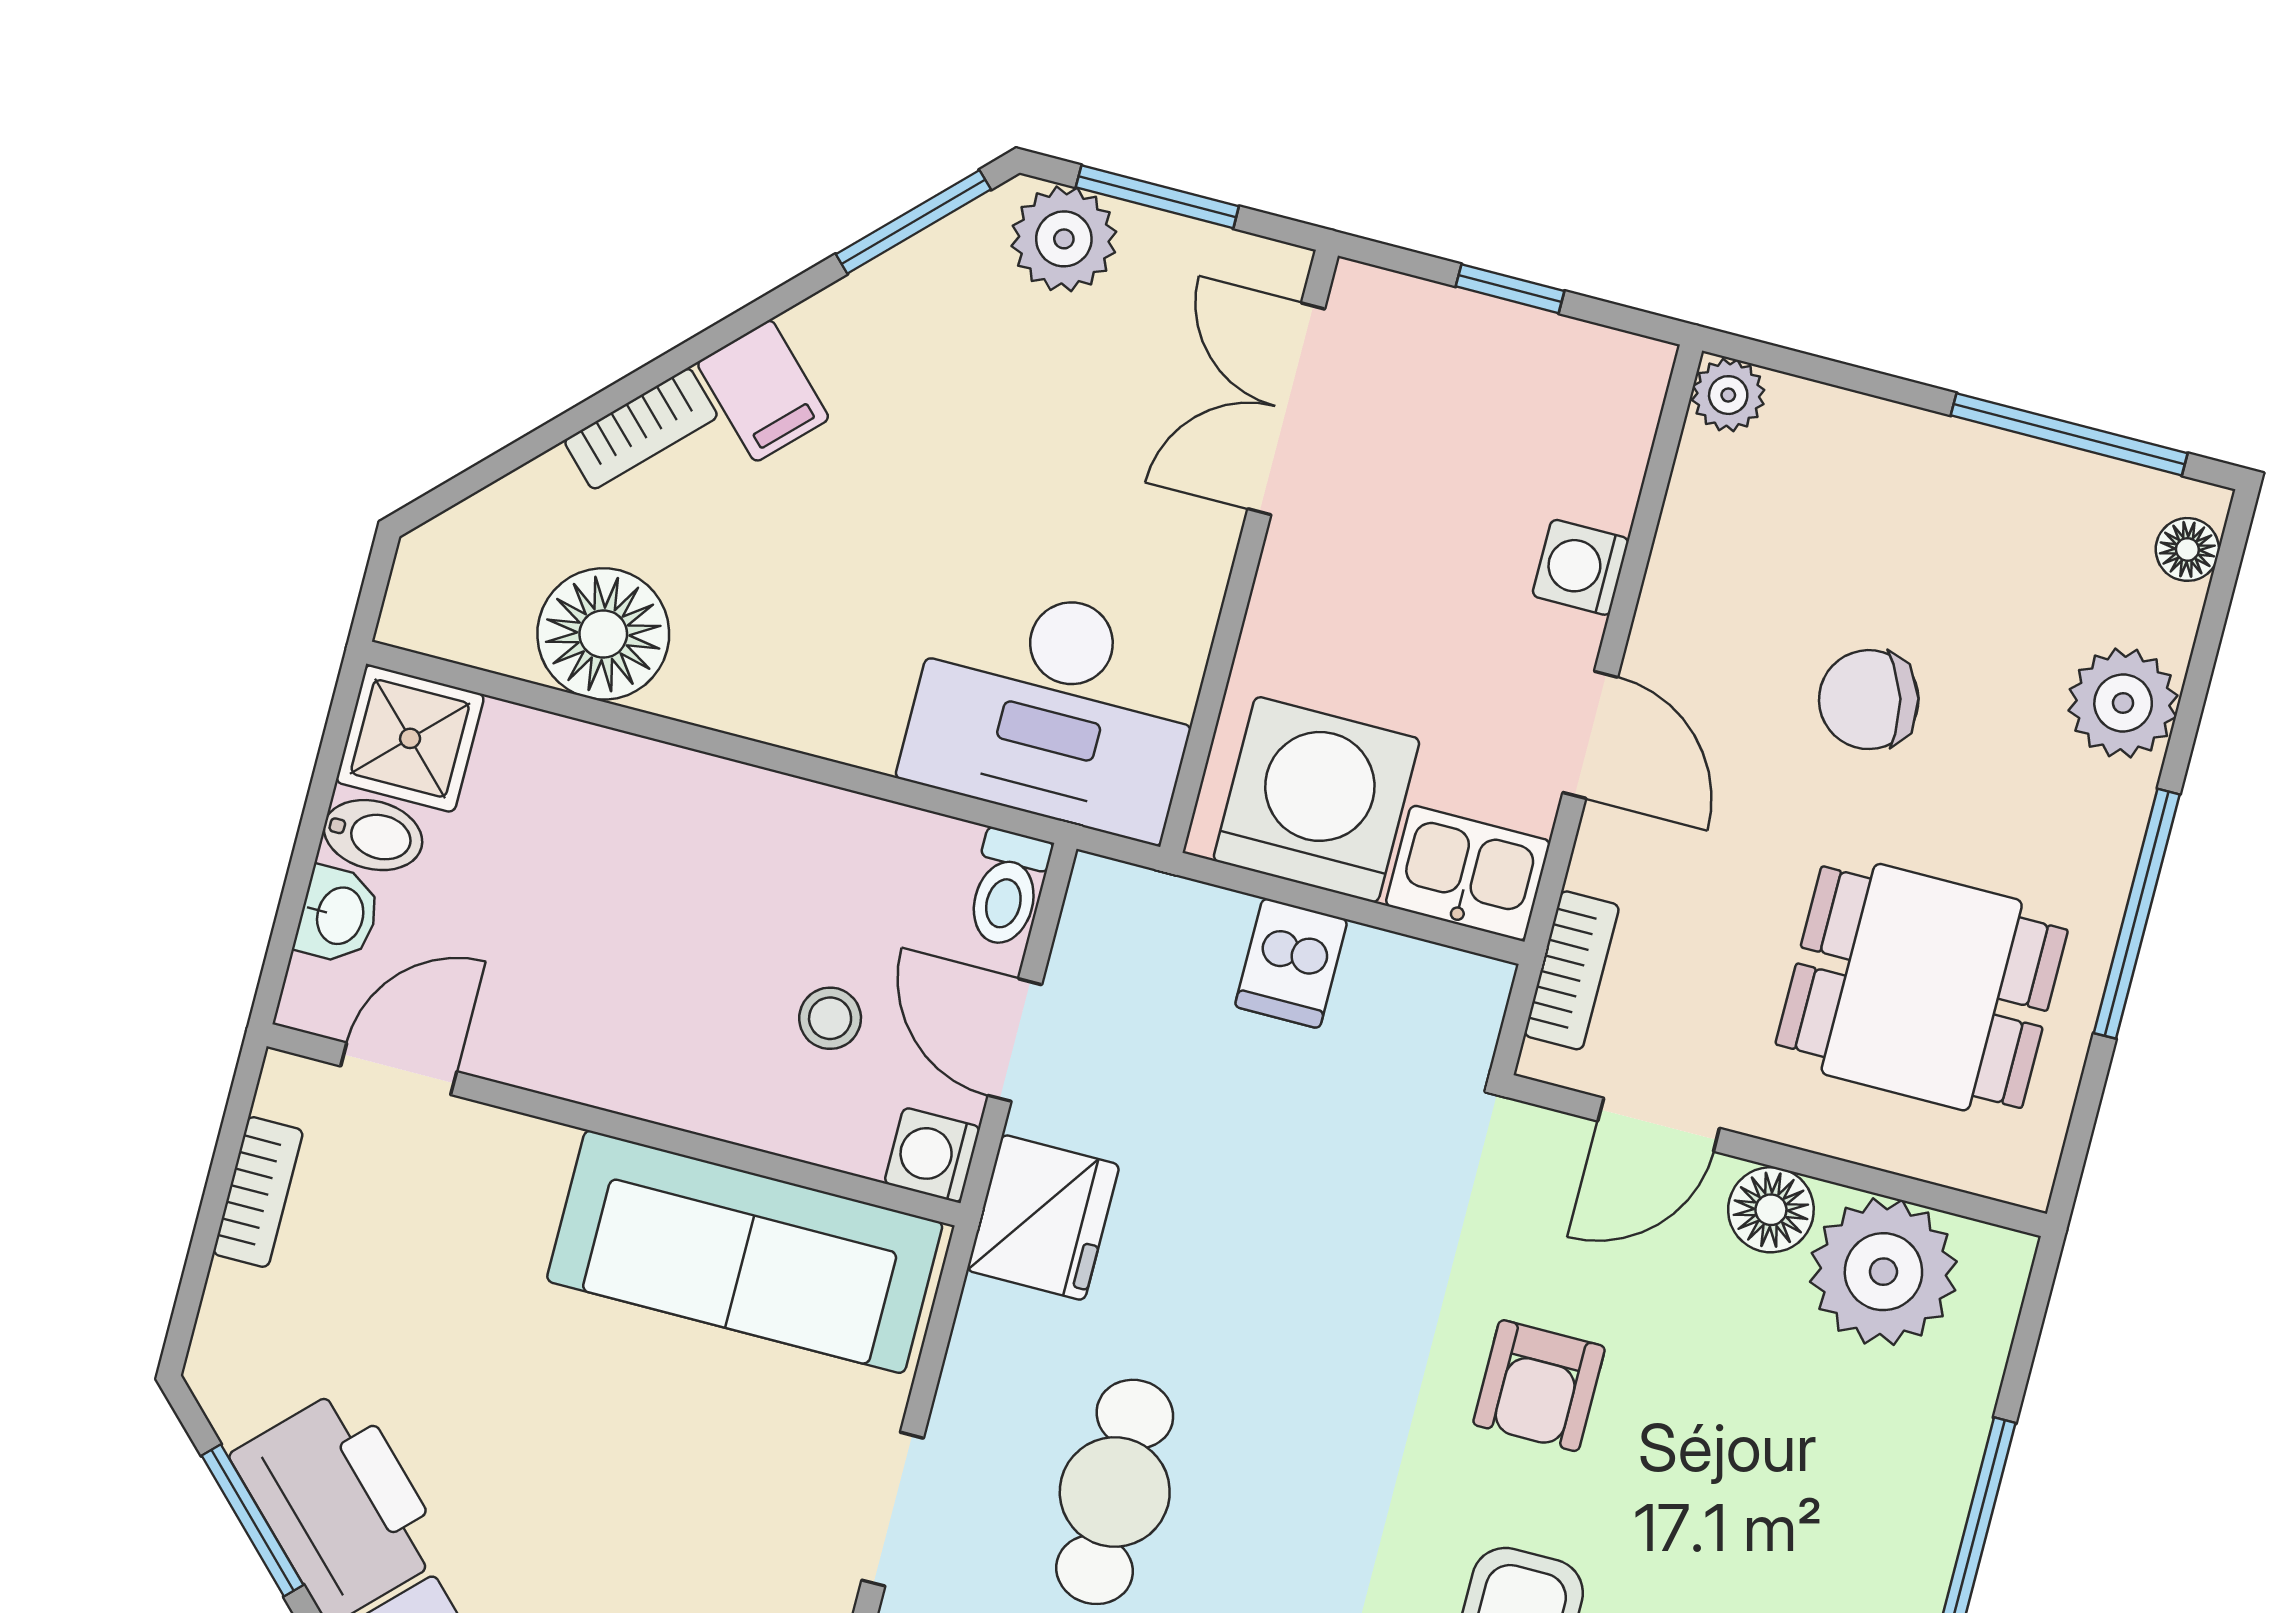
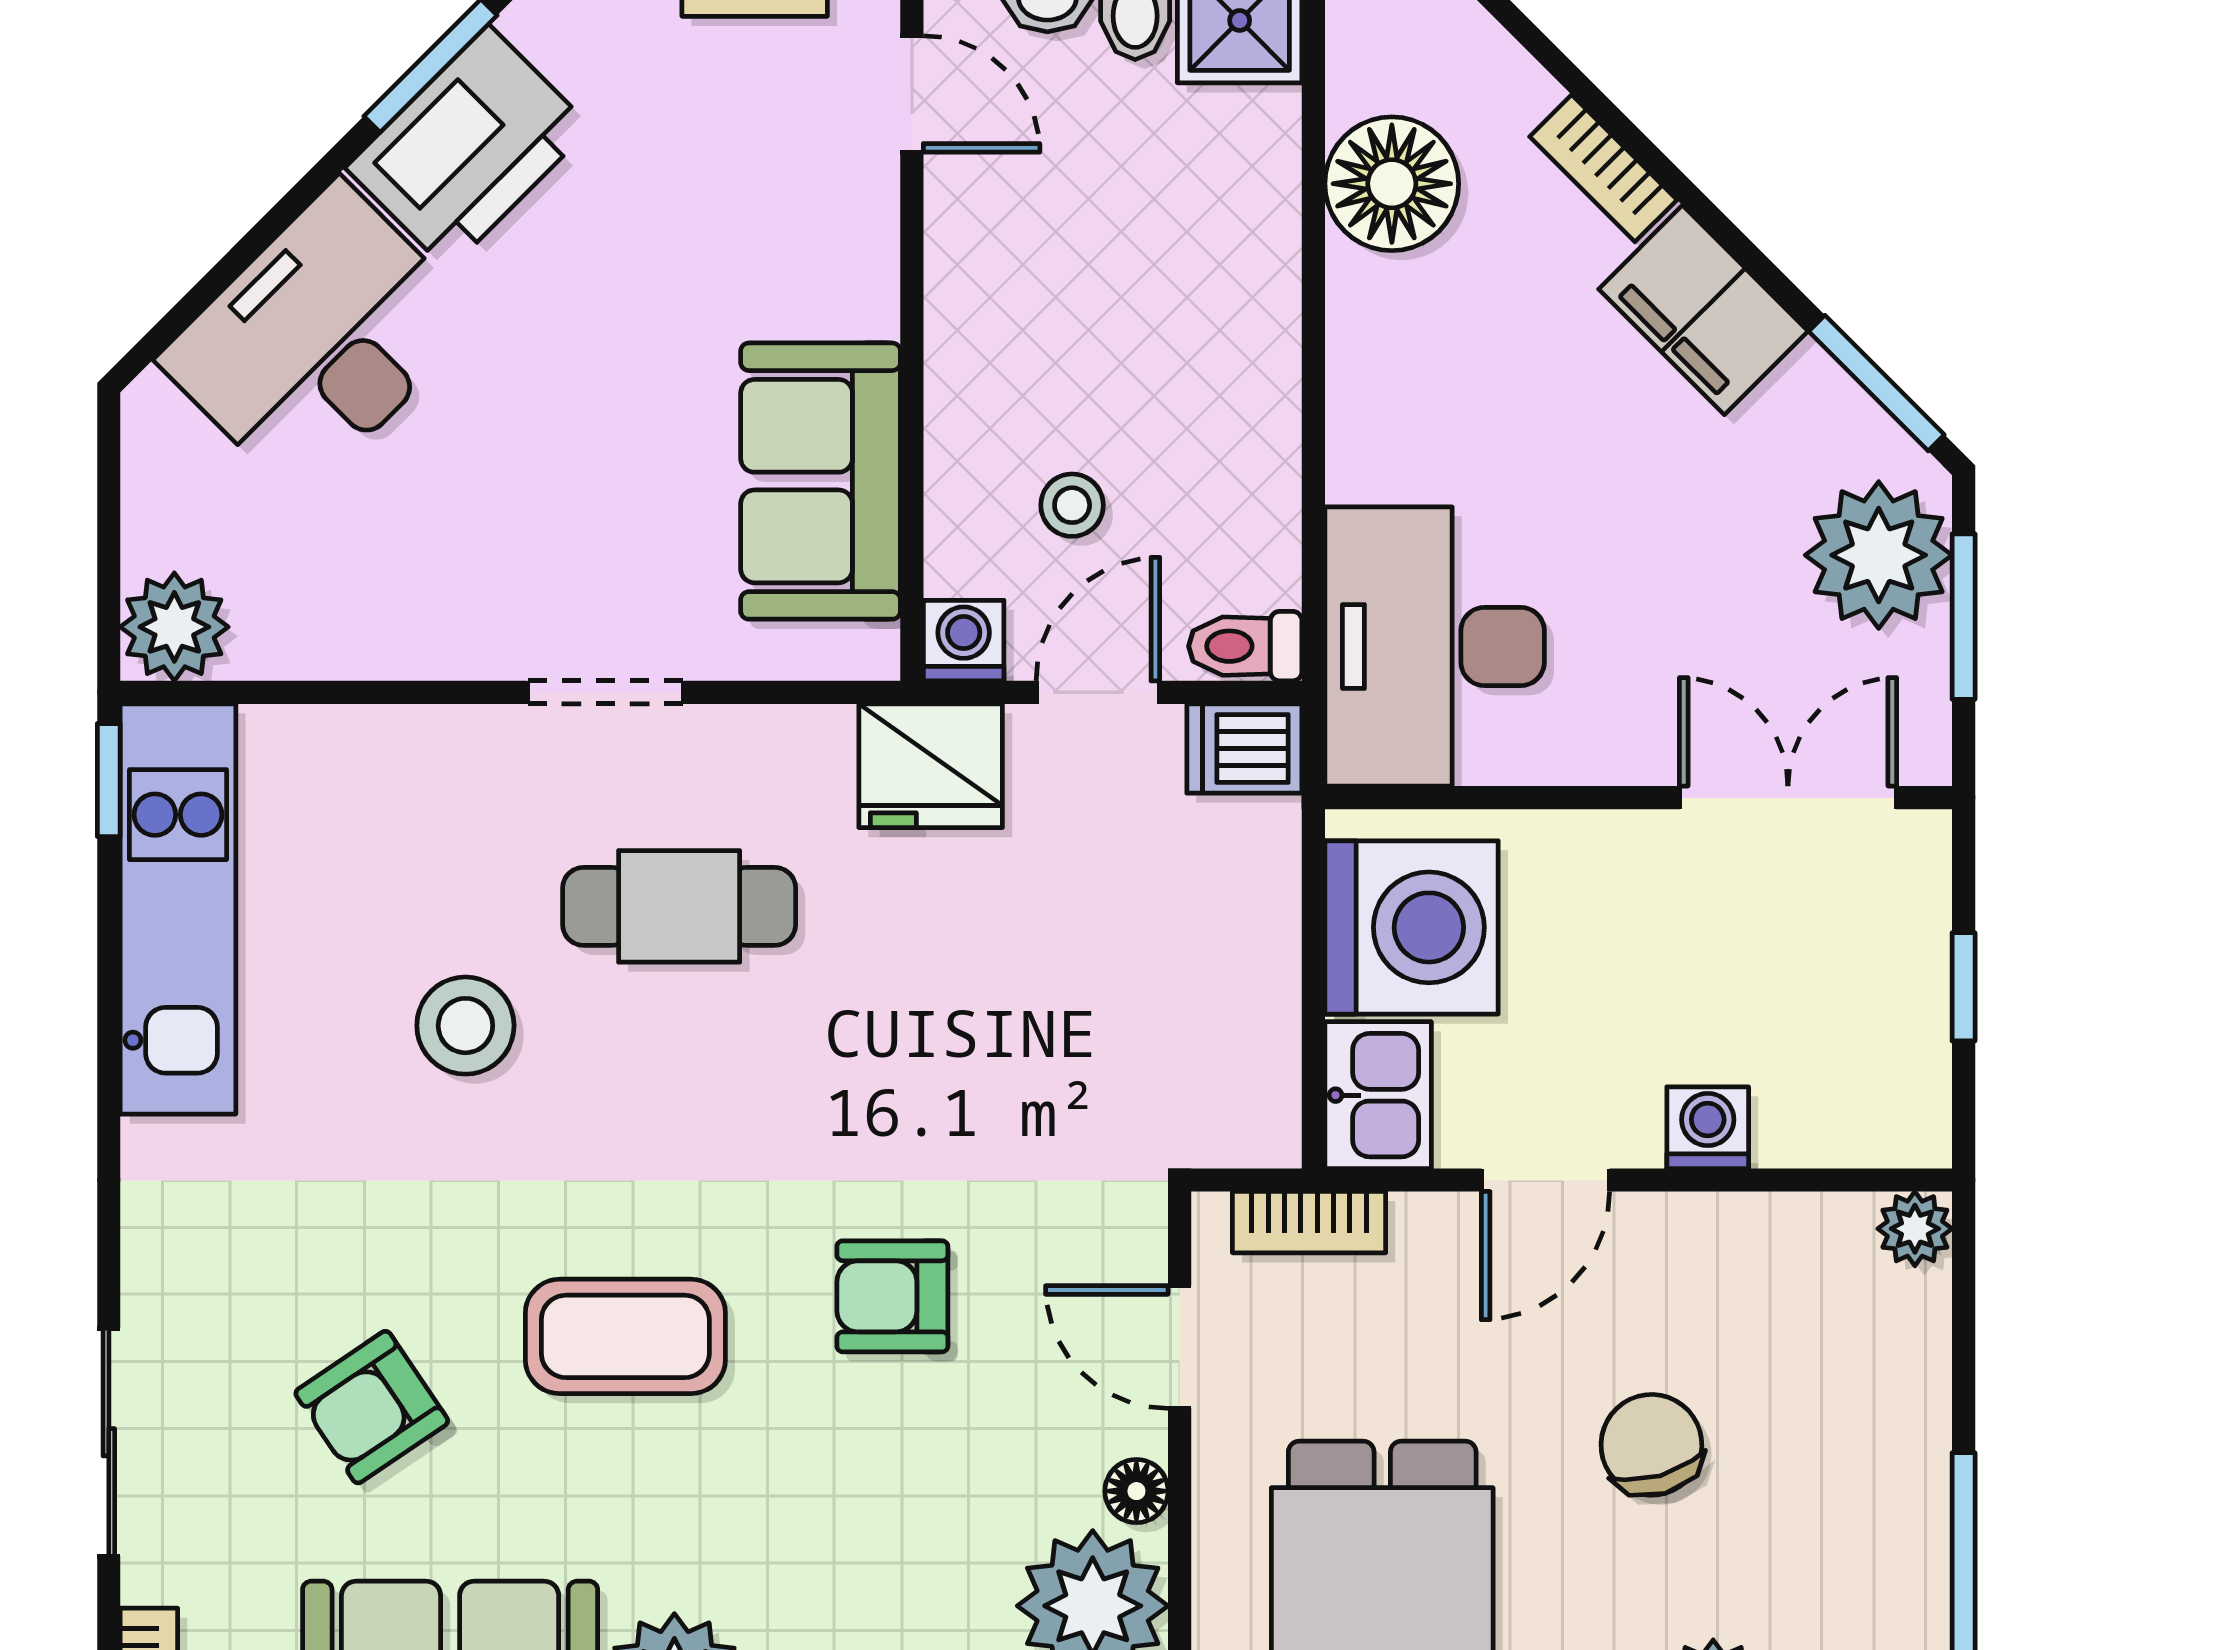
plant: (1064, 239) -> (1879, 555), width x1.36, depth x1.36
filing cabinet: (763, 391) -> (1703, 310), width x2.00
dishwasher: (1291, 963) -> (1244, 749), moved
floor lamp: (1771, 1210) -> (1136, 1491), width x0.73, depth x0.73
sofa: (745, 1252) -> (821, 481), width x0.73

